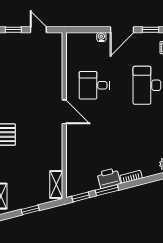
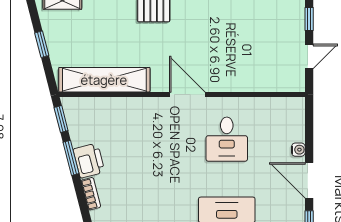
desk: (94, 85) -> (227, 139), turned 180
door: (64, 112) -> (187, 95), swing flipped
shelving: (56, 185) -> (104, 80), width x2.20, depth x1.33

